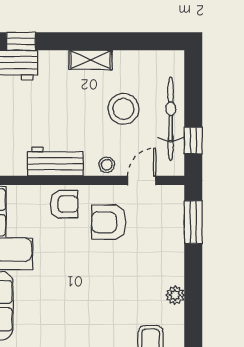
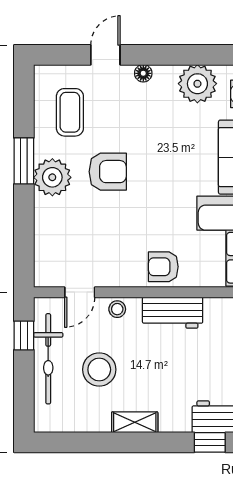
armchair: (109, 222) -> (108, 172), moved
window: (193, 222) -> (24, 161), moved
plant: (175, 295) -> (52, 177), width x1.88, depth x1.88

